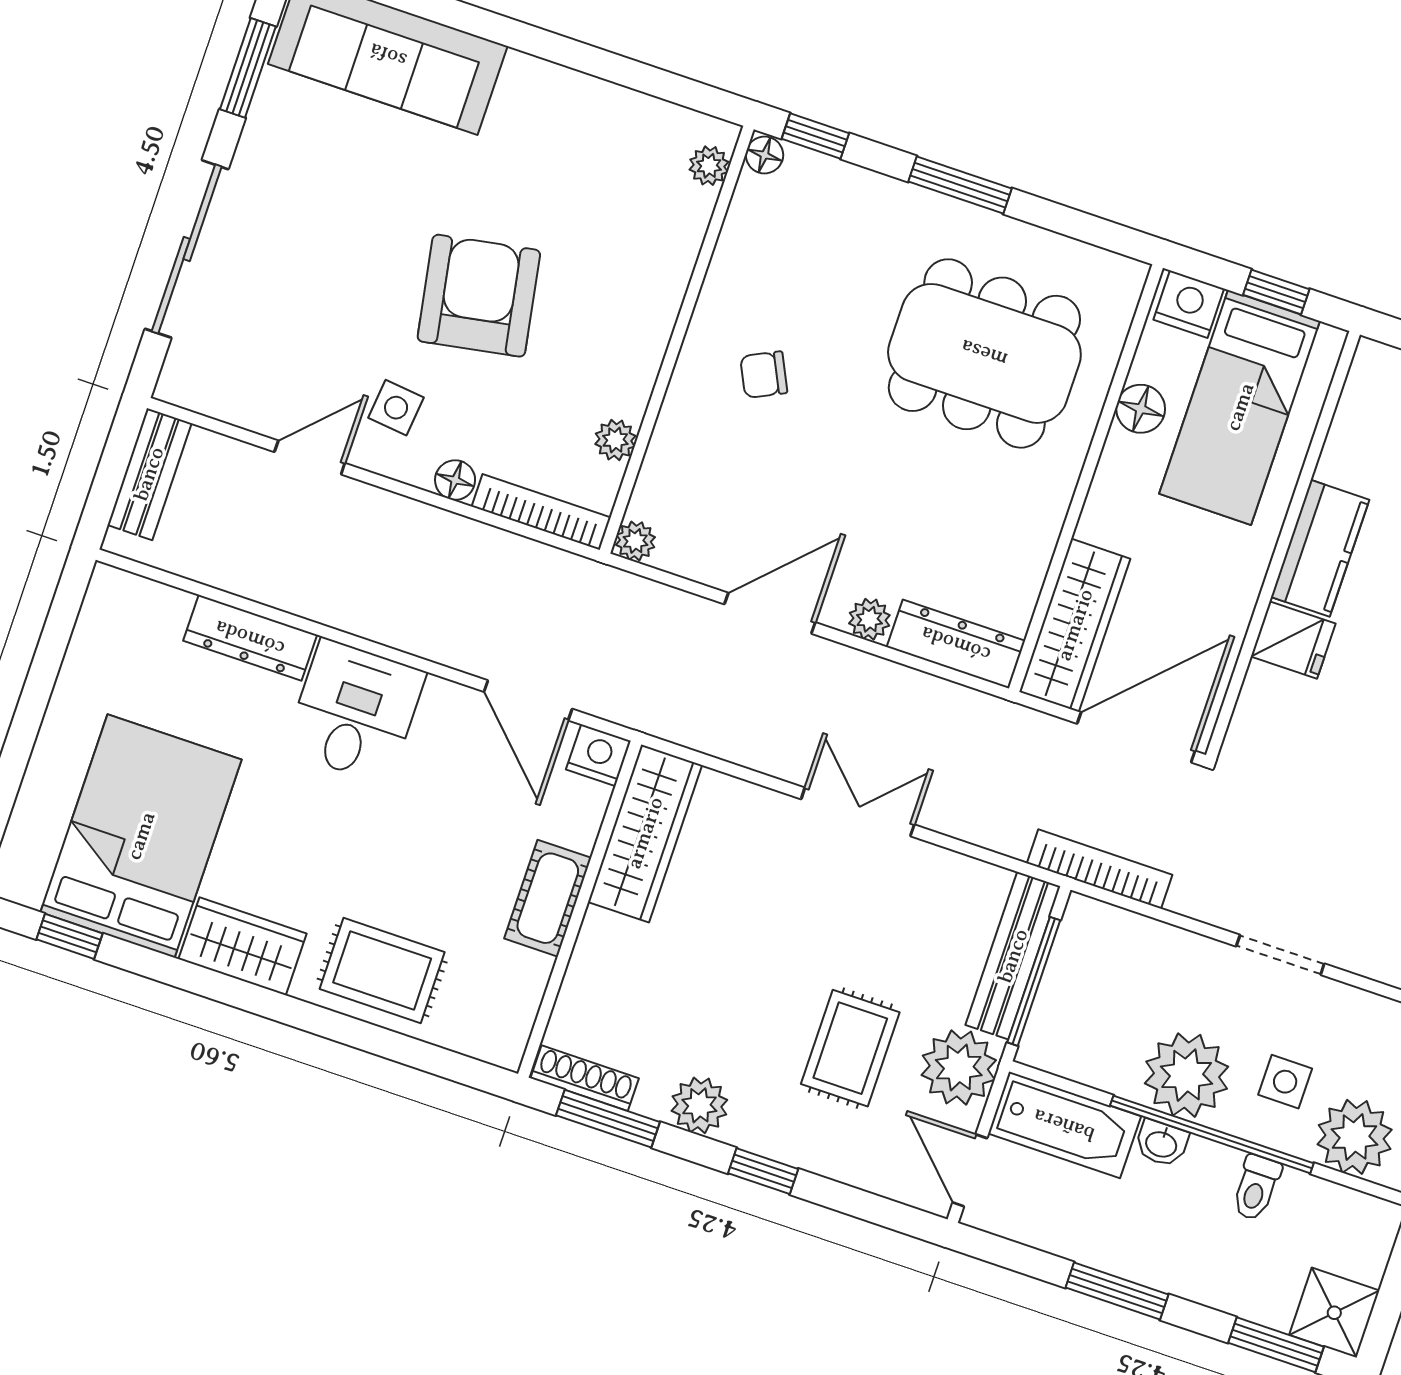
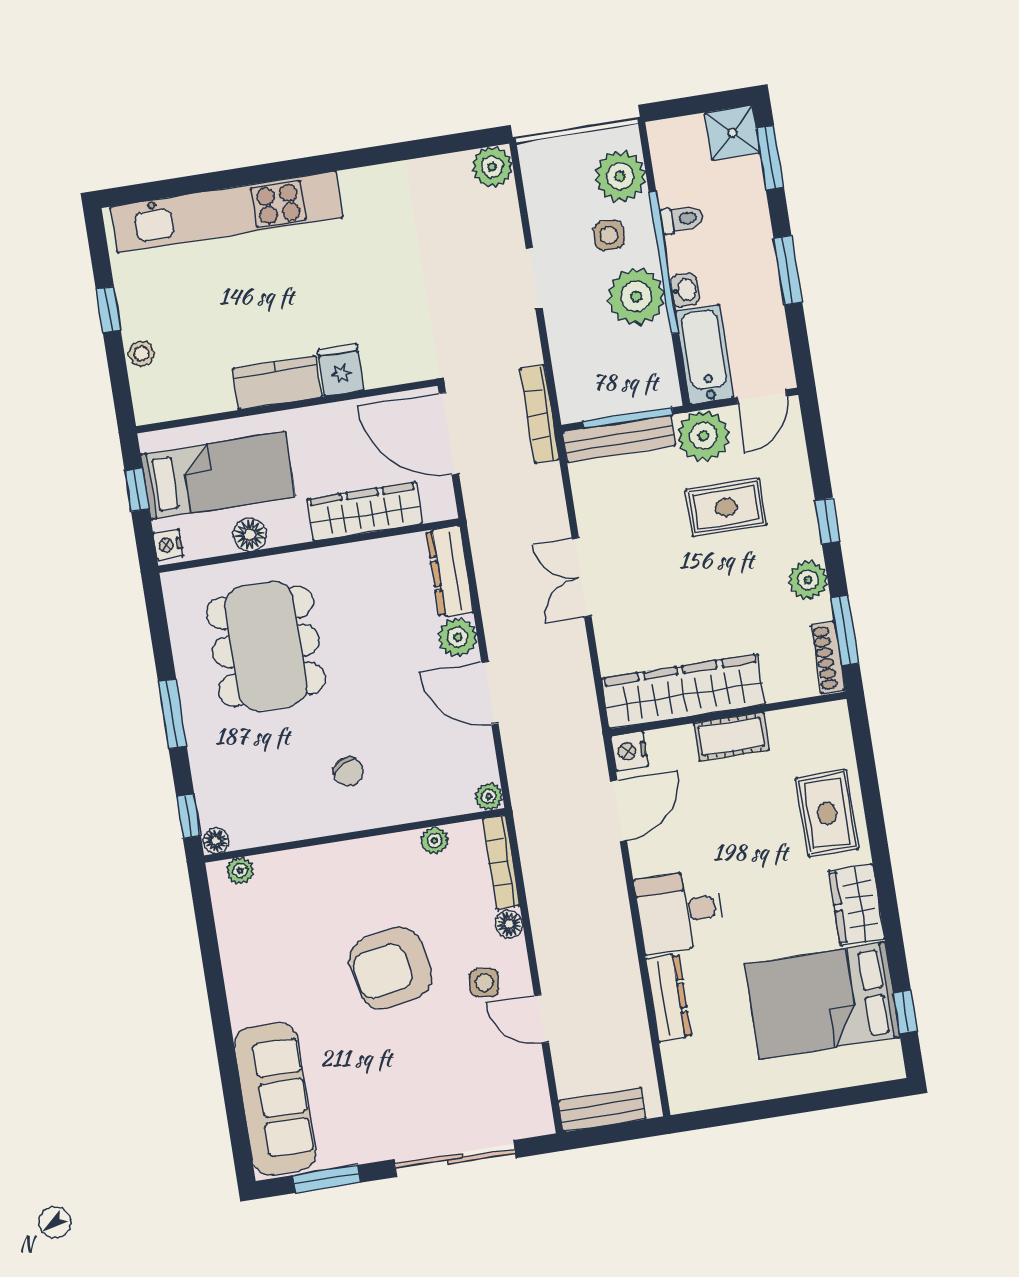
nightstand: (1189, 304) -> (168, 545), width x0.72, depth x0.74
plant: (869, 619) -> (458, 637), width x1.38, depth x1.38
wardrobe: (1075, 625) -> (365, 512), moved
wardrobe: (645, 833) -> (683, 691), width x1.40, depth x1.17

